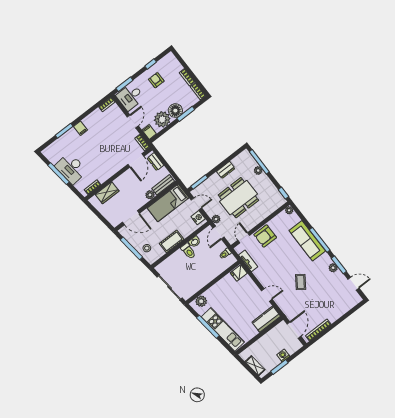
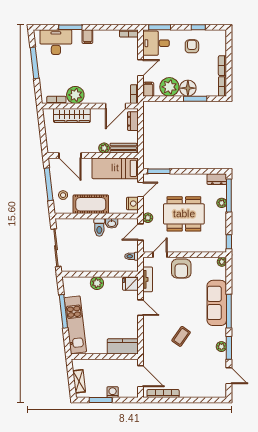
desk: (71, 168) -> (56, 42), moved, turned 97
dresser: (226, 170) -> (217, 179), moved
plant: (103, 174) -> (75, 95), added
wardrobe: (107, 193) -> (72, 115), width x1.50
door: (196, 204) -> (141, 190), hinge flipped
armchair: (265, 236) -> (181, 269), turned -90
cot: (172, 241) -> (91, 204), width x1.37, depth x1.34
door: (267, 295) -> (141, 308), moved
plant: (201, 301) -> (97, 283), moved
door: (294, 330) -> (141, 376), hinge flipped

